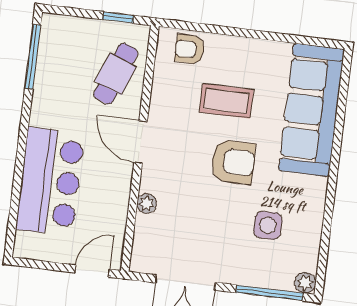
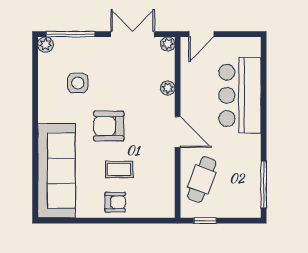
armchair: (190, 49) -> (115, 202), moved
coffee table: (226, 101) -> (119, 170), width x0.73, depth x0.77
plant: (139, 263) -> (168, 44), added

